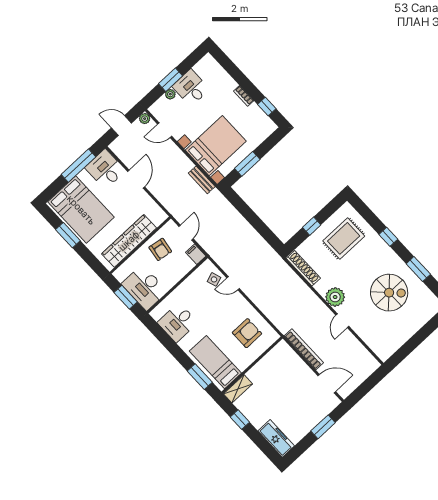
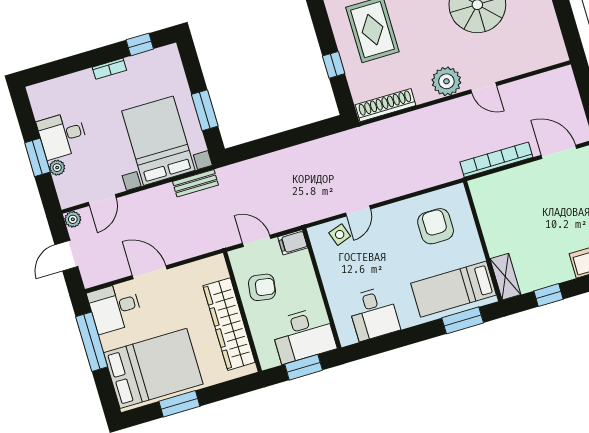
door: (327, 384) -> (559, 152), hinge flipped

